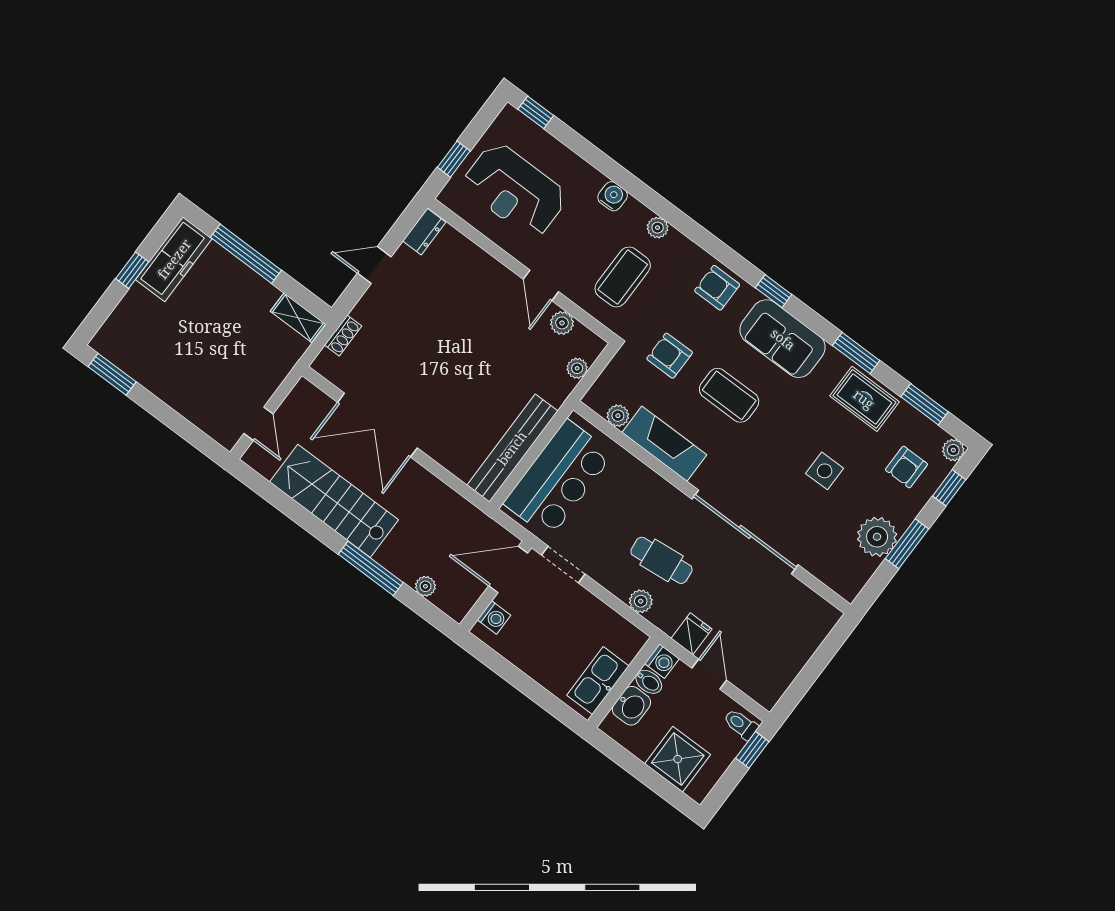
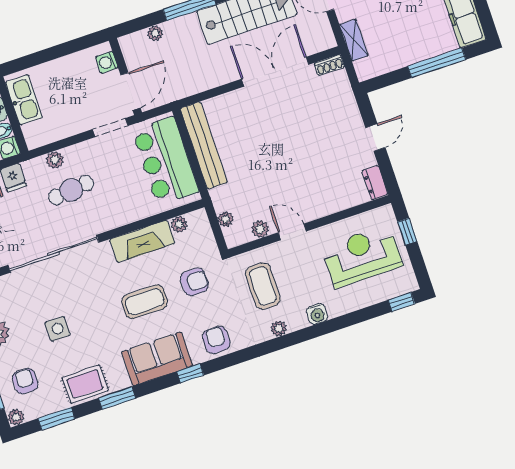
armchair: (717, 288) -> (216, 340), turned -90
shelving: (298, 318) -> (354, 40), moved, turned 90
shoe rack: (343, 336) -> (329, 65), moved, turned -90

